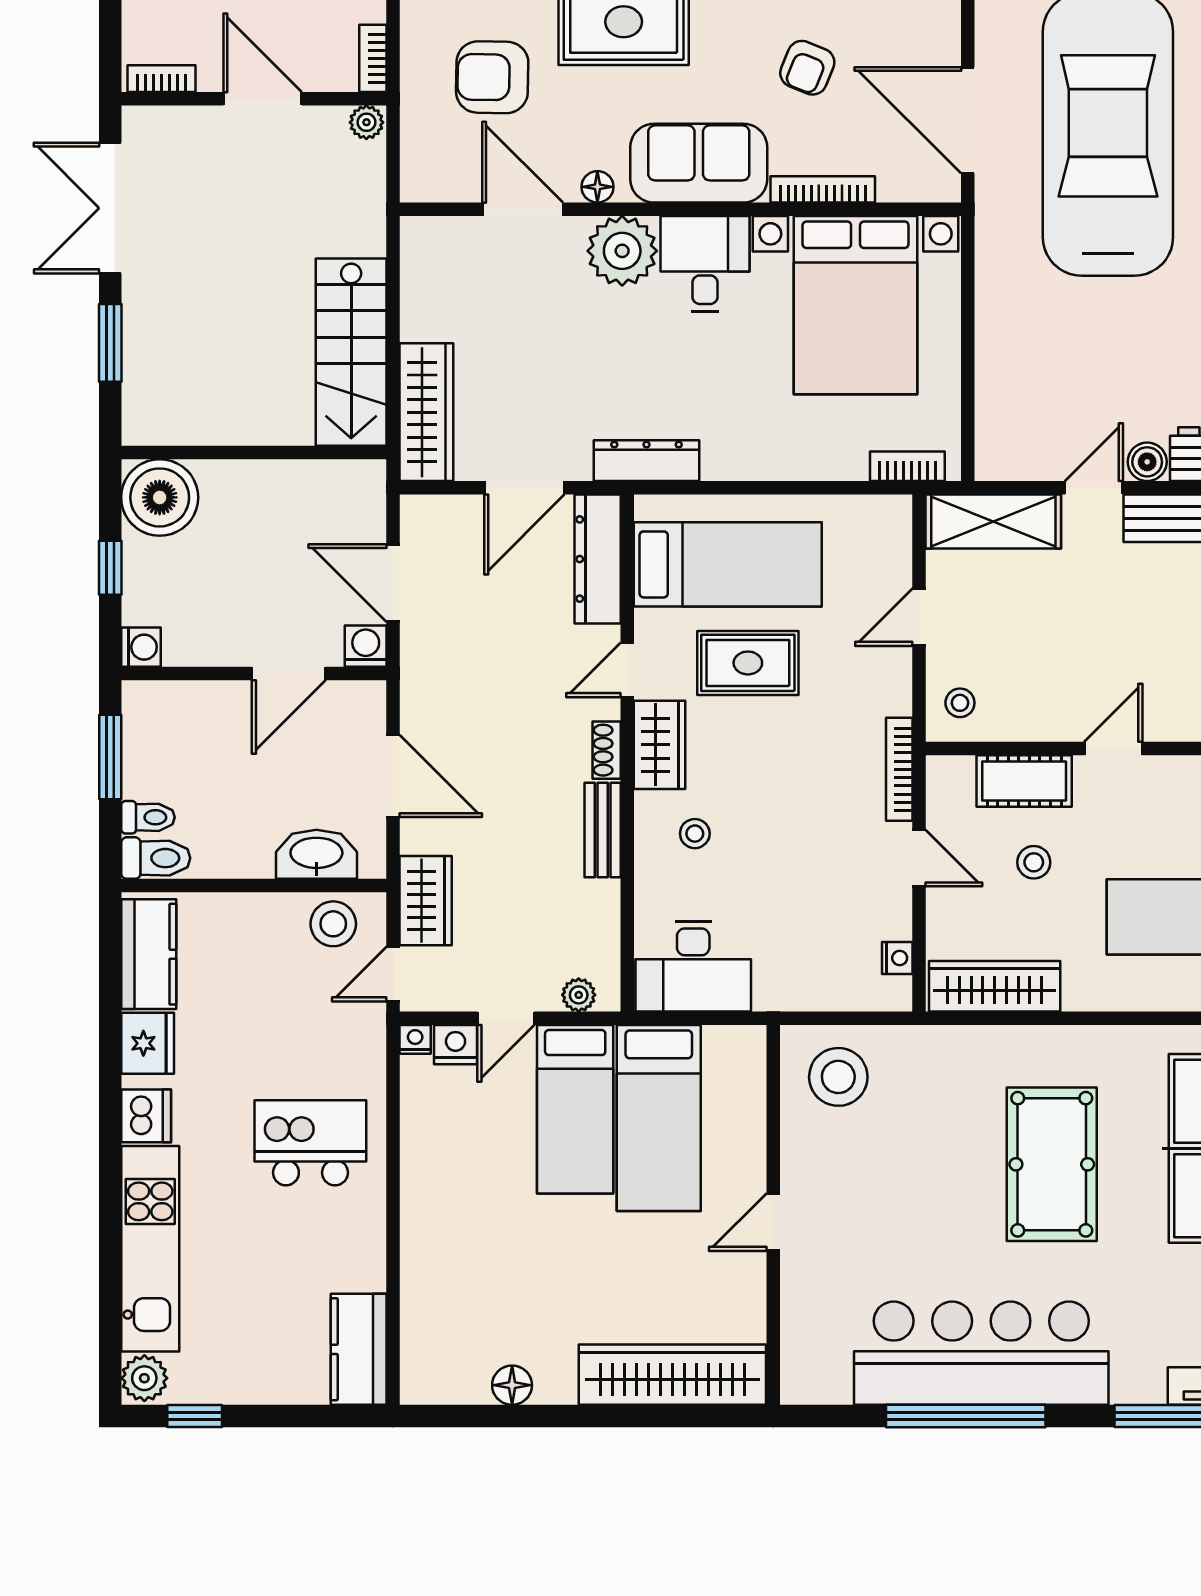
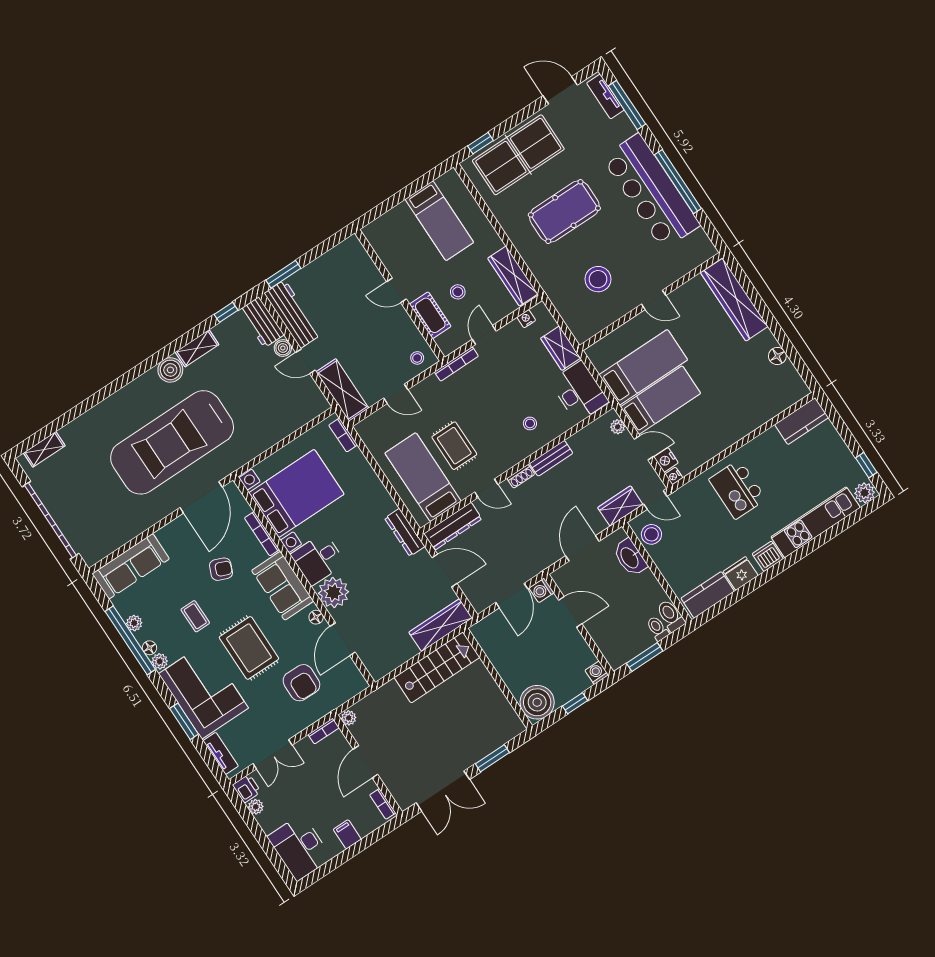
wardrobe: (660, 745) -> (561, 348), moved, turned -90
stool: (838, 1077) -> (598, 279), moved

